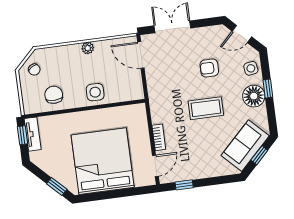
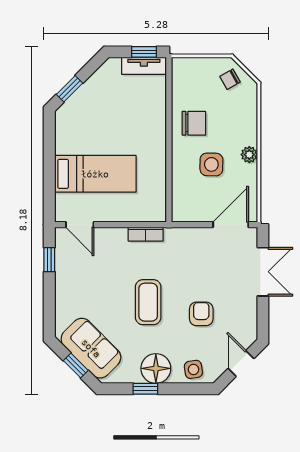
window: (268, 89) -> (145, 389), moved
side table: (95, 92) -> (211, 164), moved
chair: (54, 95) -> (194, 123), moved
bookcase: (159, 137) -> (146, 234), moved
bed: (103, 161) -> (95, 174), width x0.49

